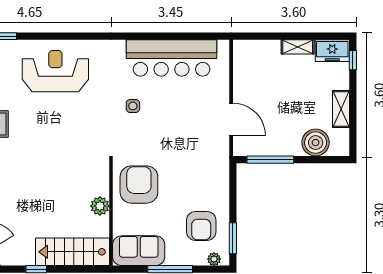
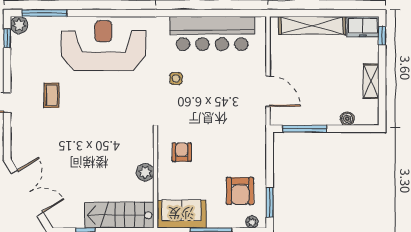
shelving: (298, 47) -> (312, 25), width x2.20, depth x1.33
reception desk: (55, 71) -> (103, 46), width x1.36, depth x1.30
boiler: (316, 143) -> (347, 119), width x0.54, depth x0.54
armchair: (139, 185) -> (182, 152), width x0.53, depth x0.53

